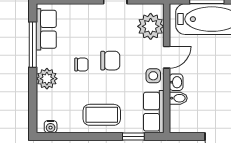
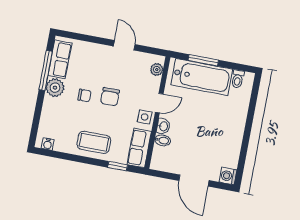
plant: (151, 26) -> (157, 70), width x0.53, depth x0.53
chair: (110, 61) -> (110, 97), turned 90
plant: (47, 79) -> (55, 88), moved

